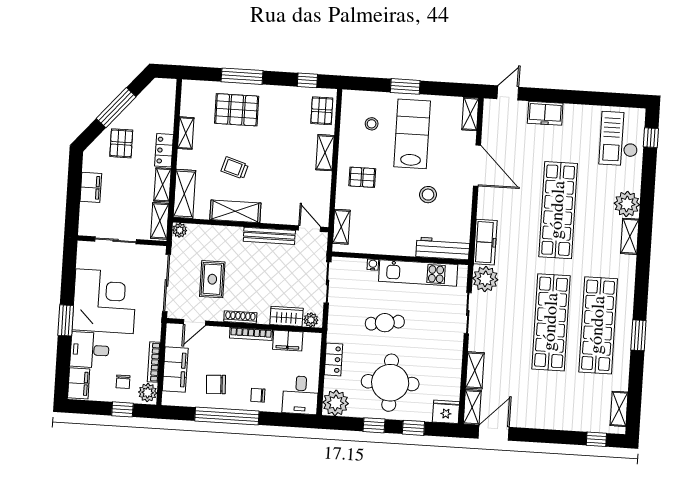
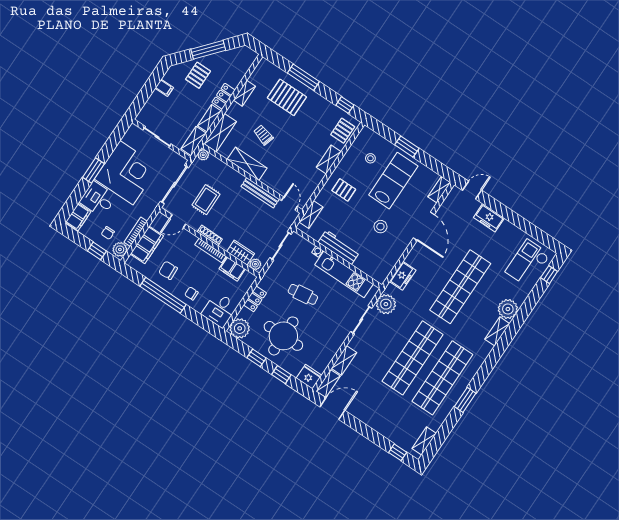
filing cabinet: (91, 187) -> (164, 88), width x0.50
freezer: (485, 242) -> (403, 276), width x0.71
workbench: (443, 248) -> (339, 247), moved

